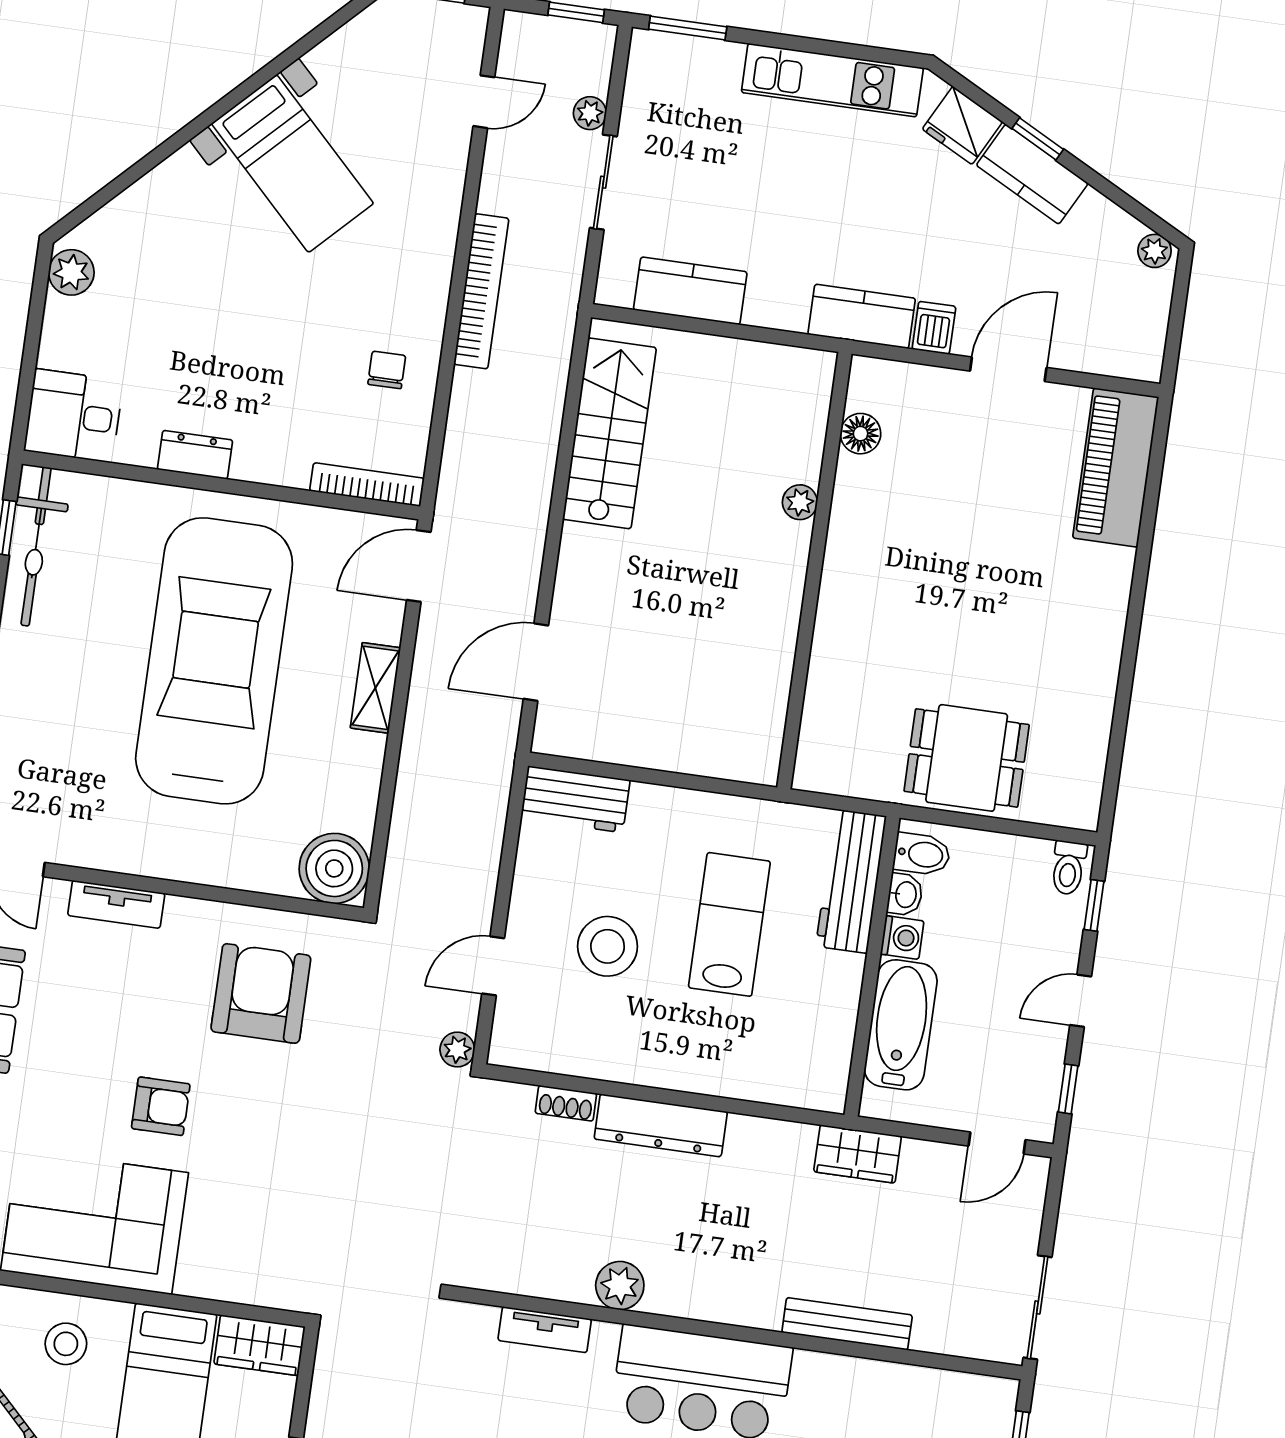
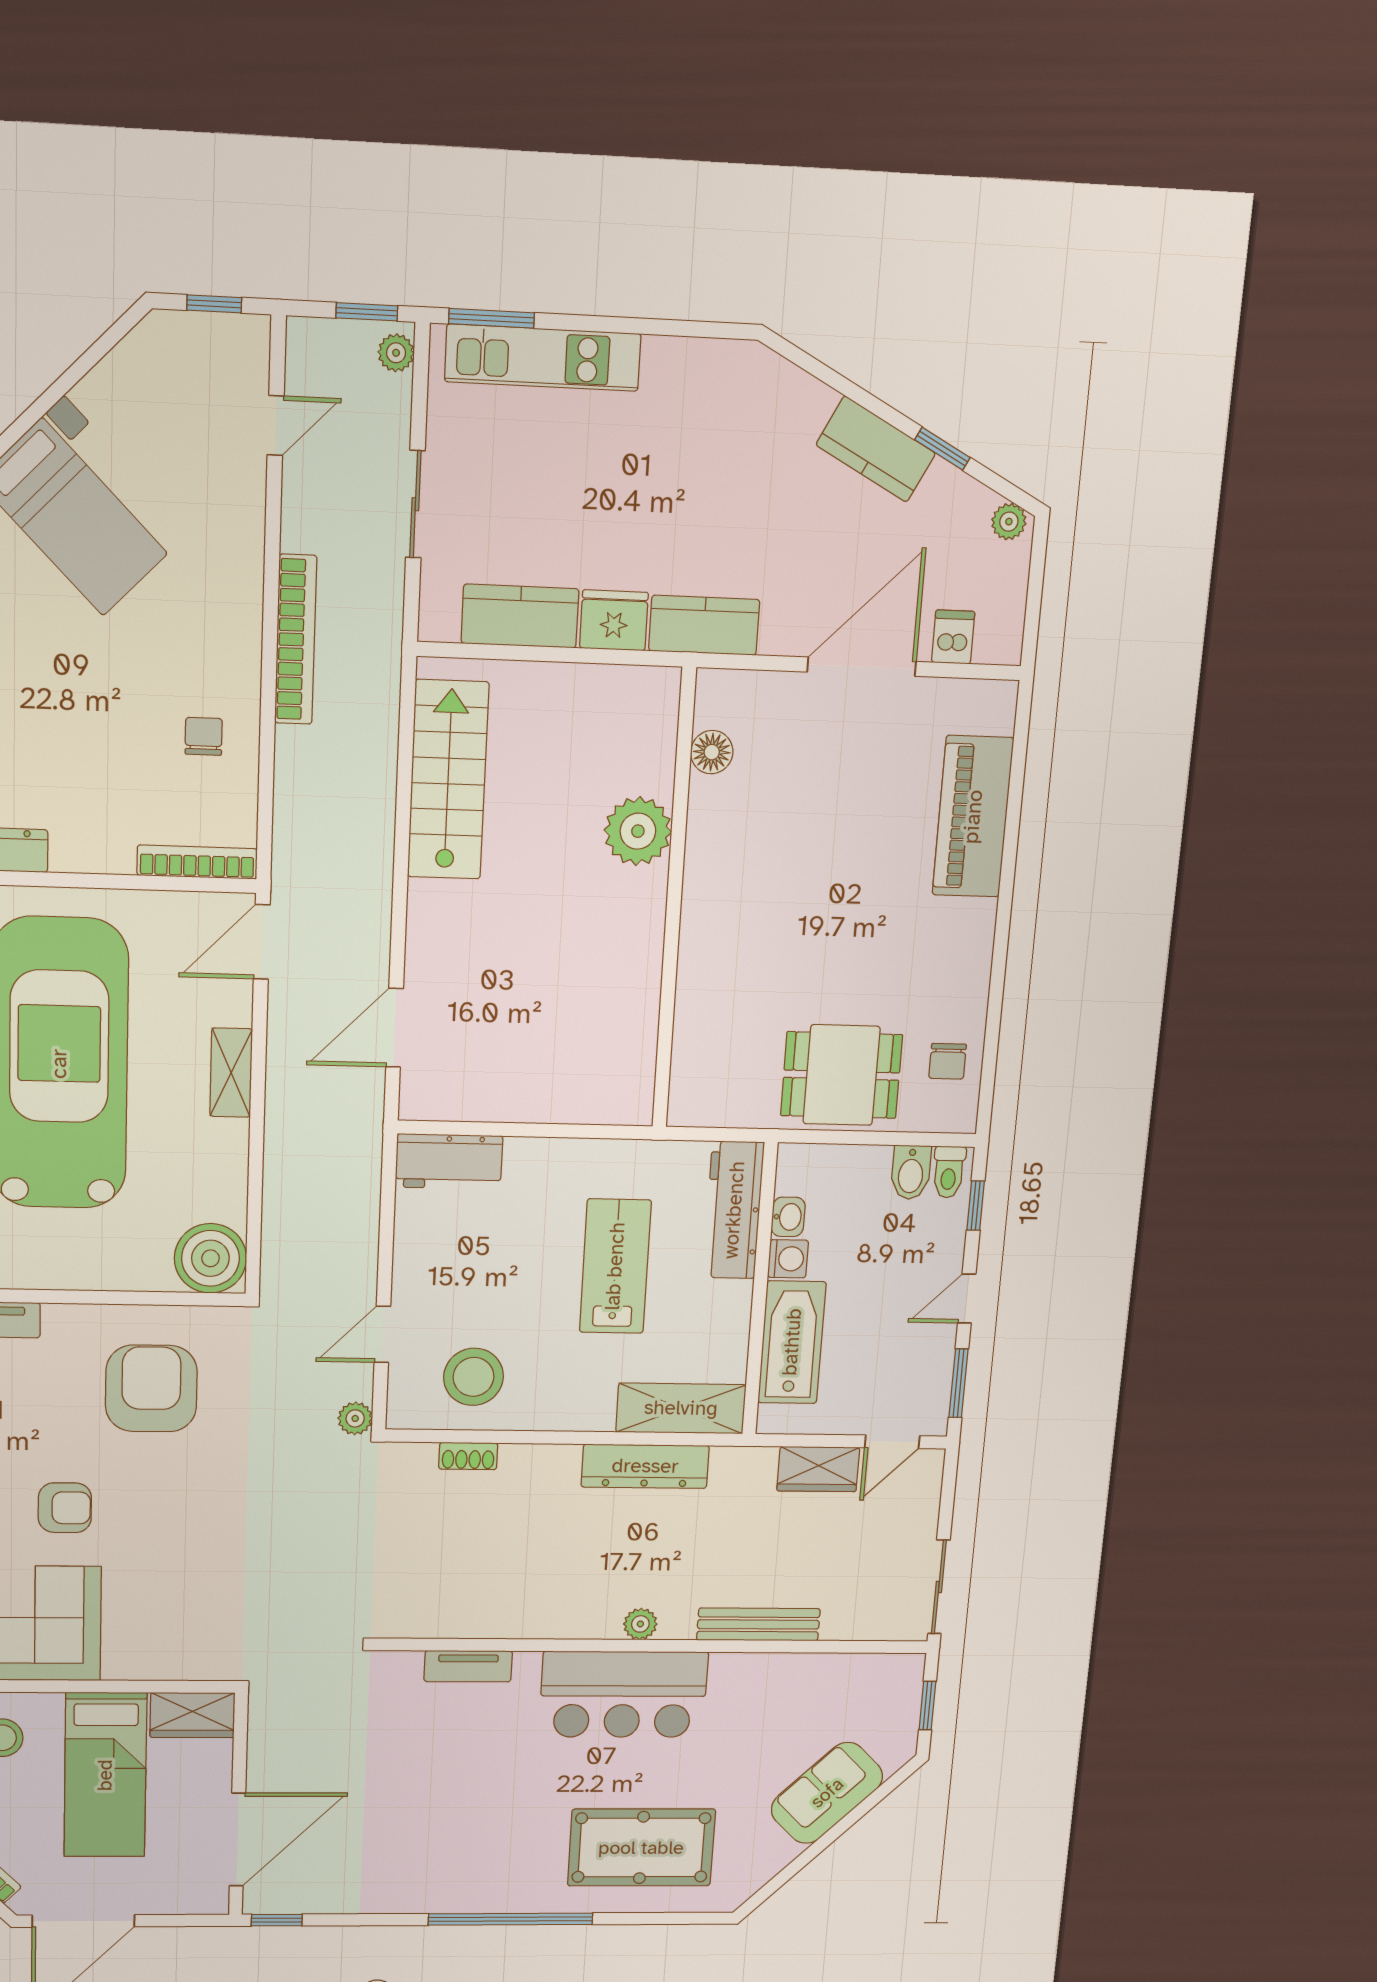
kitchen unit: (832, 80) -> (543, 358), moved
plant: (590, 113) -> (396, 353), moved
fridge: (962, 125) -> (614, 620), moved, turned 152
window: (1038, 139) -> (942, 449), moved
dishwasher: (934, 328) -> (953, 637), moved
door: (1008, 369) -> (862, 667), width x1.36
piano: (1116, 468) -> (973, 817), moved
plant: (800, 502) -> (638, 831), width x1.87, depth x1.87
chair: (1073, 756) -> (948, 1061), added
bidet: (922, 854) -> (911, 1172), moved, turned 90
stool: (608, 946) -> (474, 1377), moved
shelving: (784, 1080) -> (681, 1408), added
window: (1068, 1089) -> (958, 1383), width x1.50
dresser: (661, 1125) -> (645, 1466), moved
wardrobe: (858, 1154) -> (818, 1469), moved
plant: (620, 1286) -> (640, 1624), moved, width x0.73, depth x0.73

